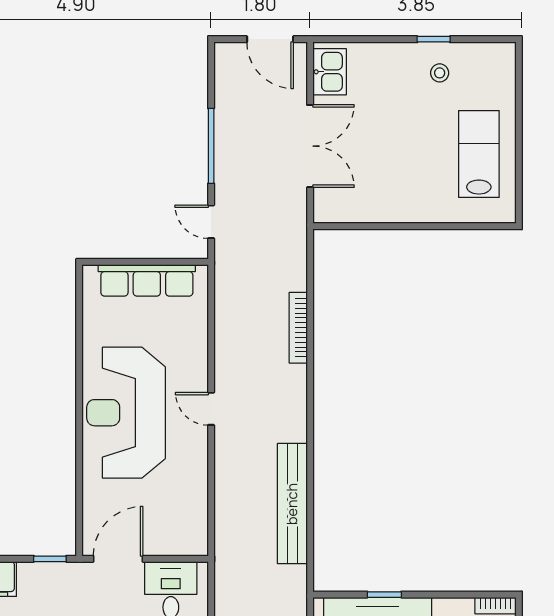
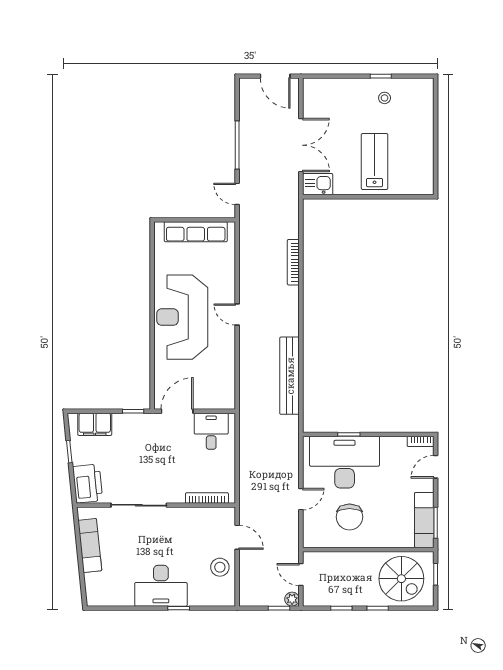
kitchen sink: (330, 72) -> (318, 184), moved, turned -90
lab bench: (479, 154) -> (375, 162), moved

